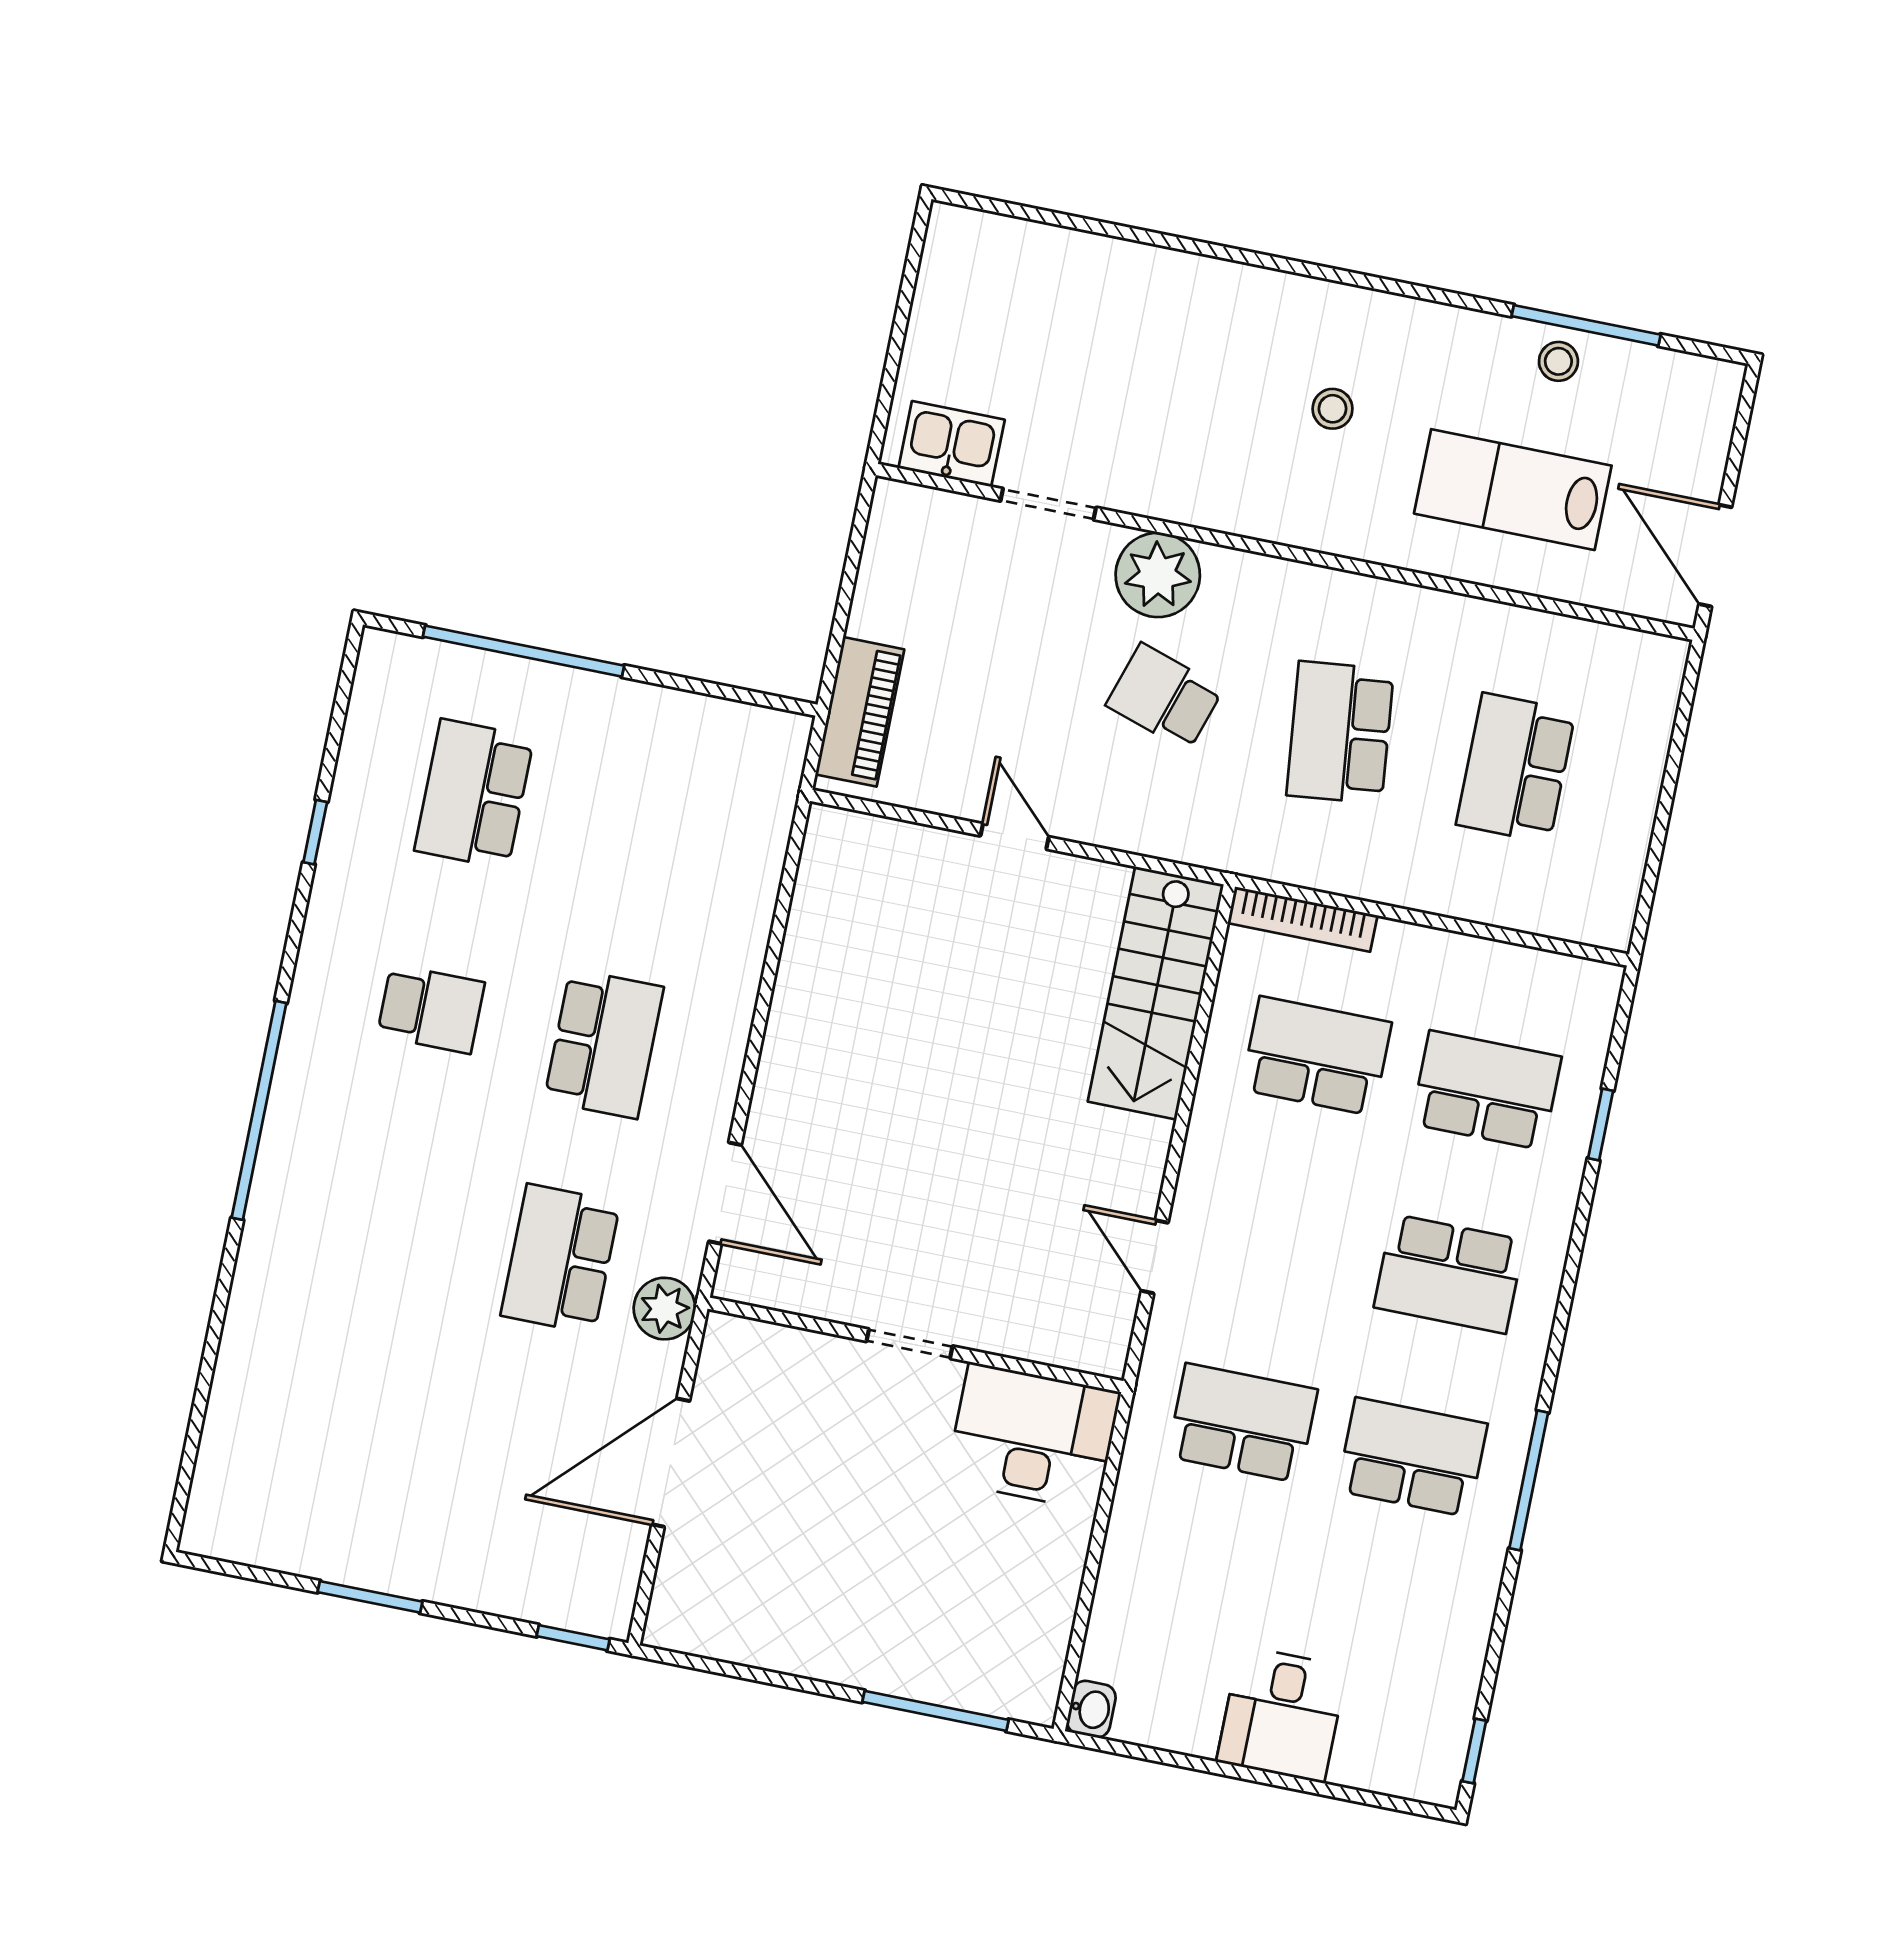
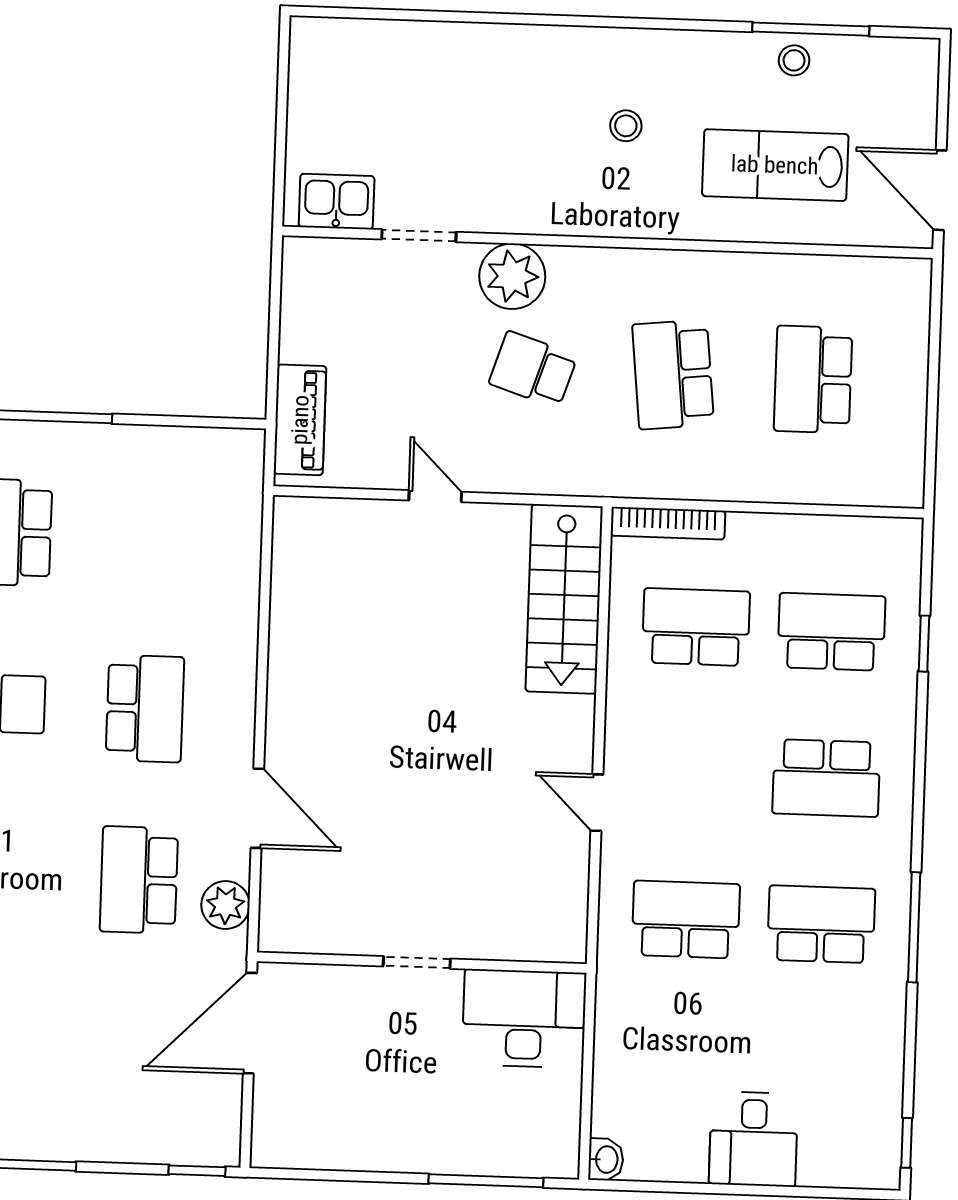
doorway: (910, 1344) -> (417, 962), moved
wall: (916, 1345) -> (422, 963), moved
desk: (1033, 1437) -> (524, 1018), moved

